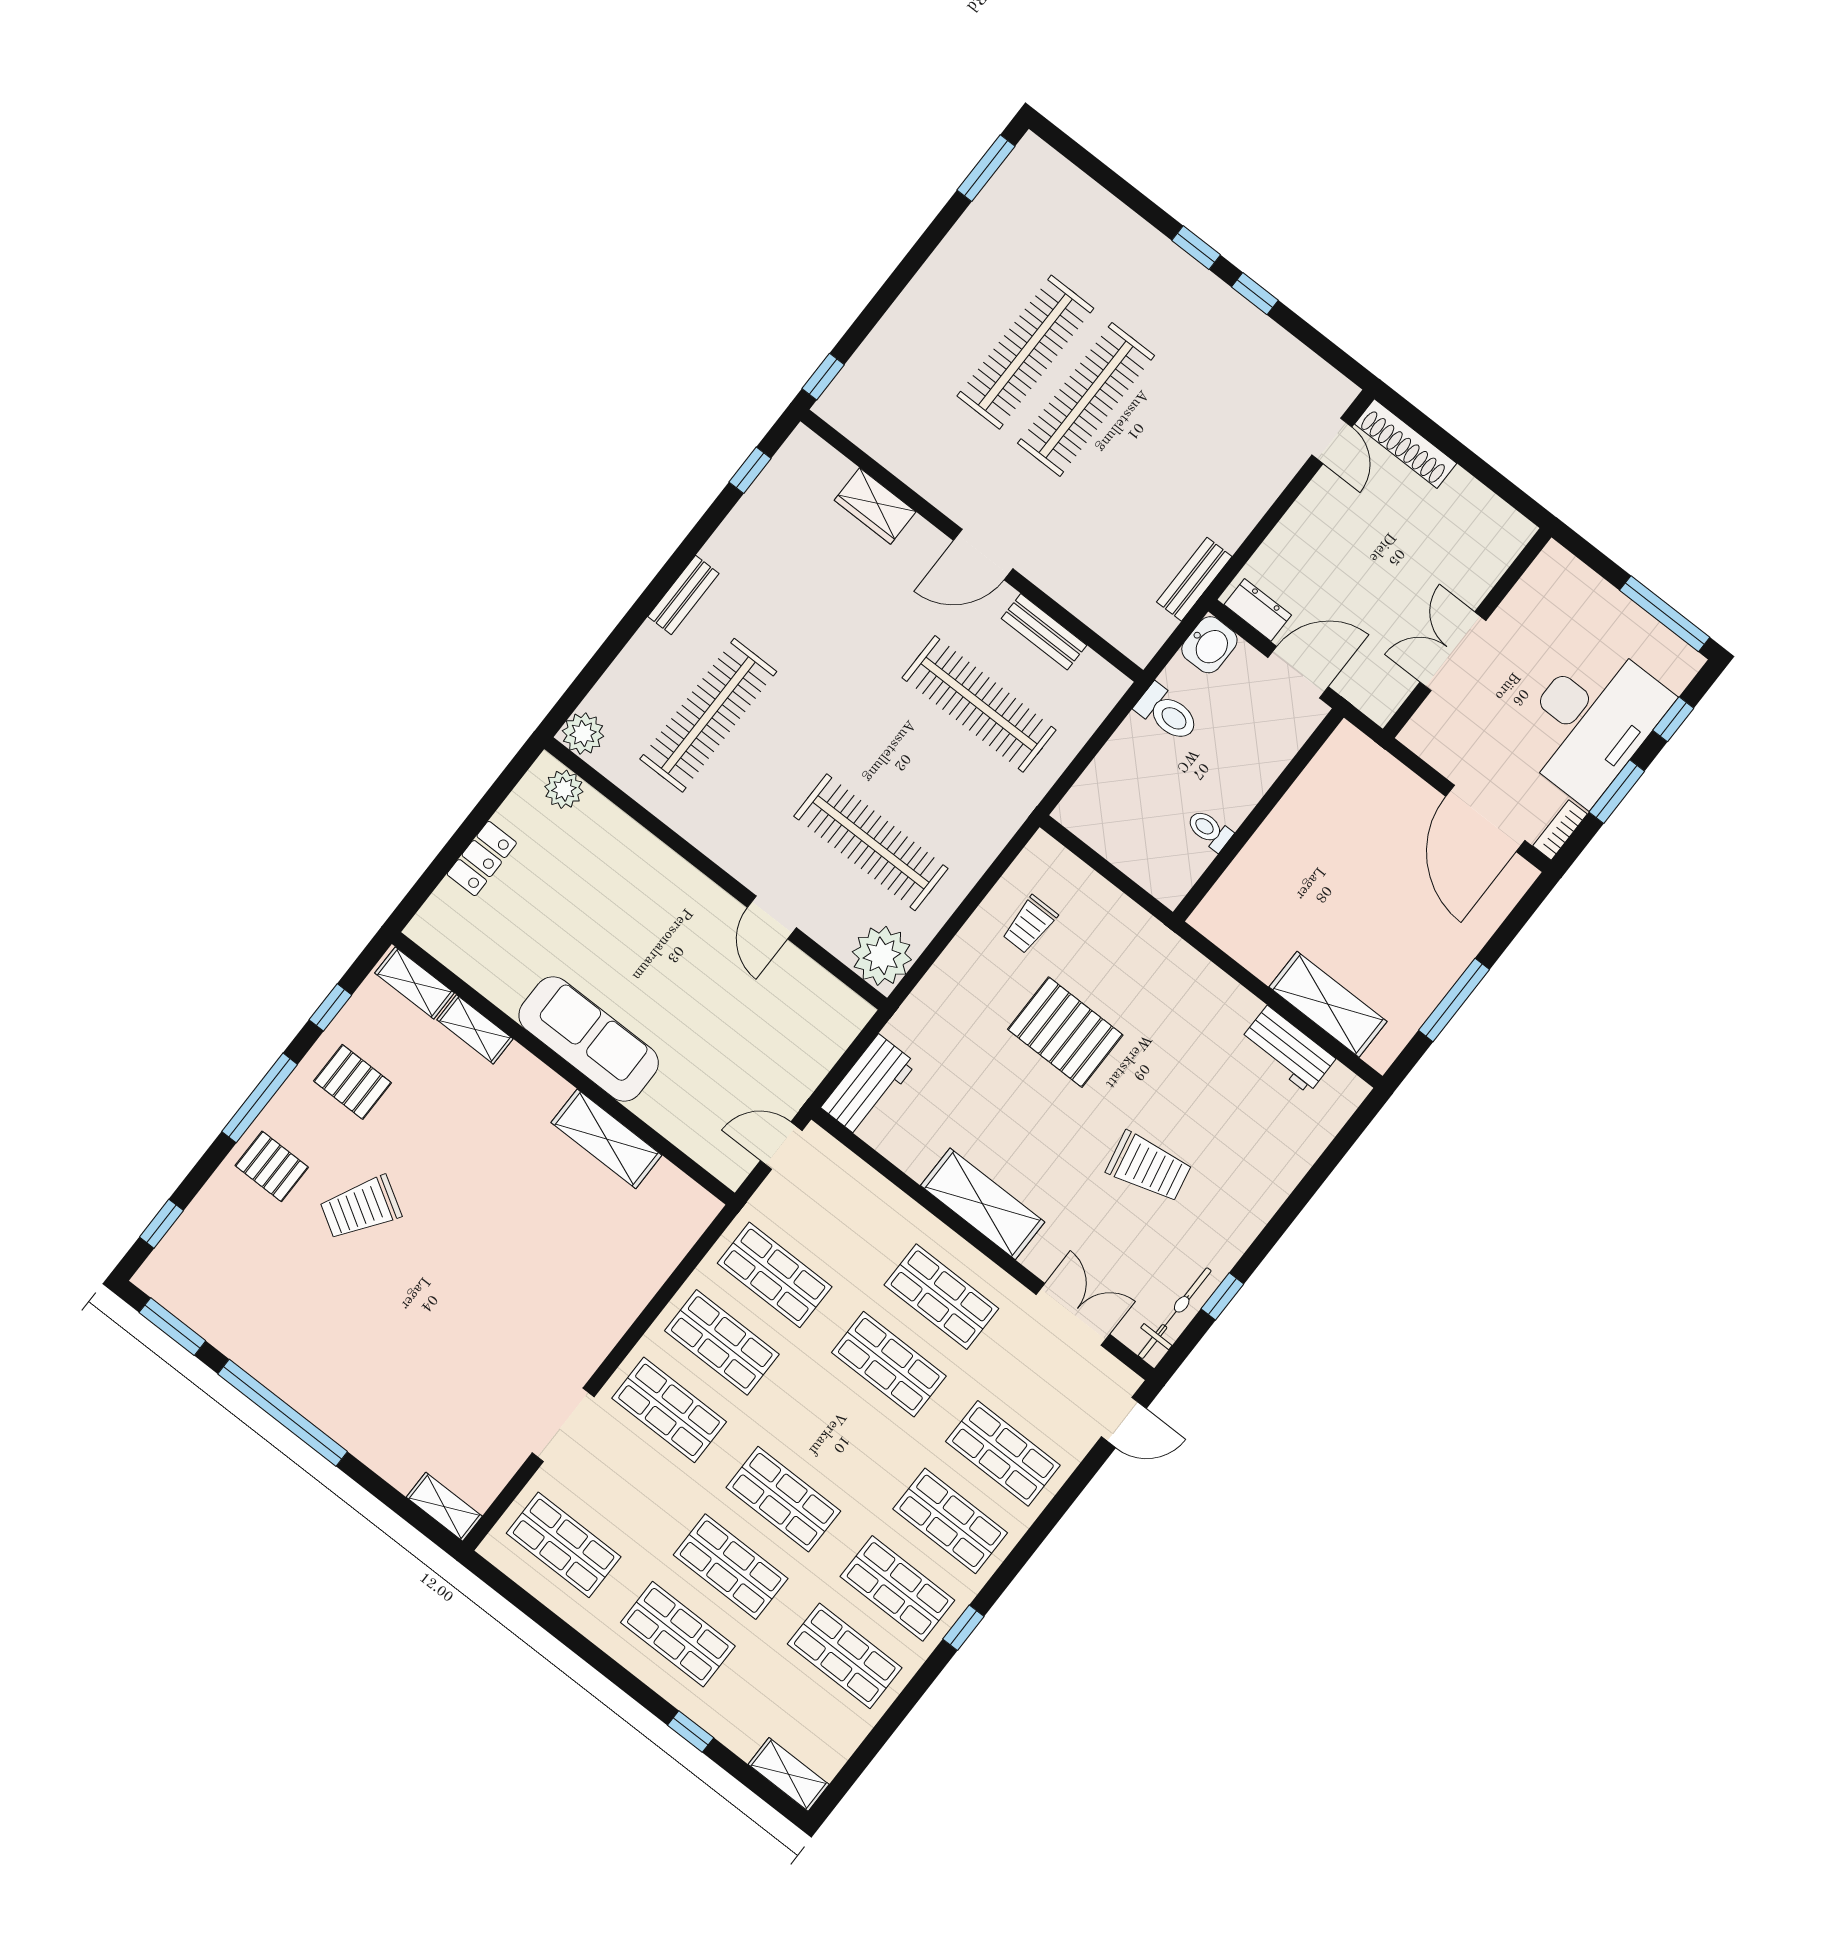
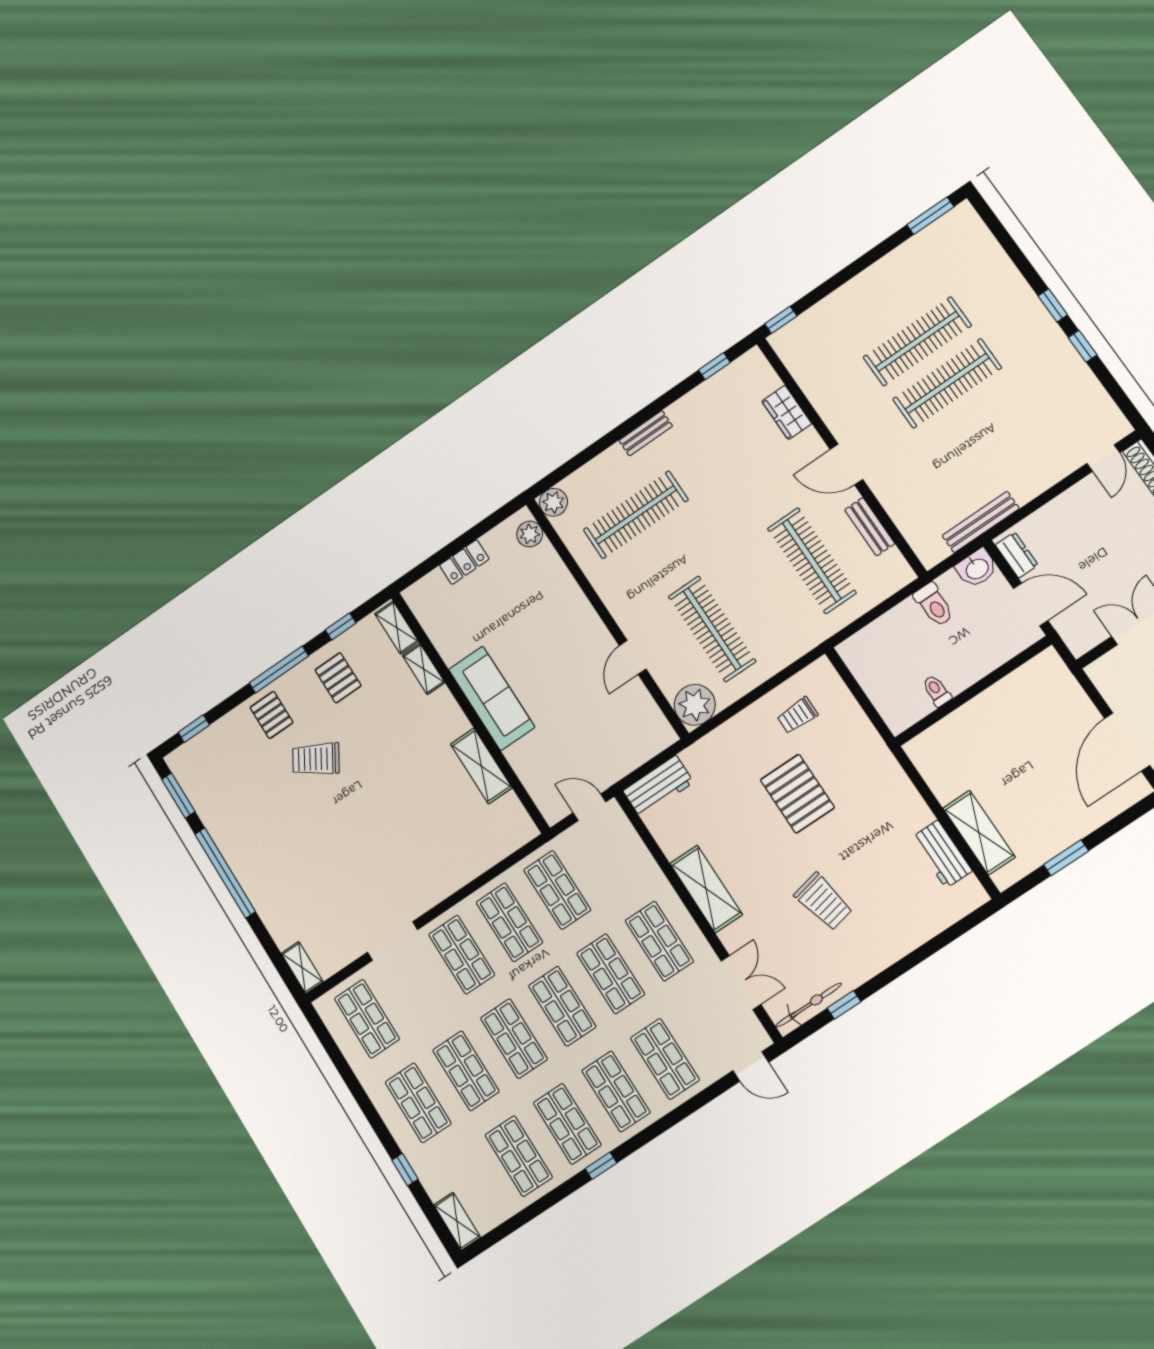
bench: (1194, 579) -> (981, 522), width x1.36
window: (1454, 1000) -> (1066, 858), width x0.69
shop shelf: (836, 1432) -> (562, 1006), added

